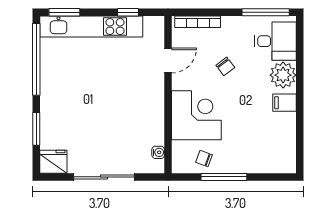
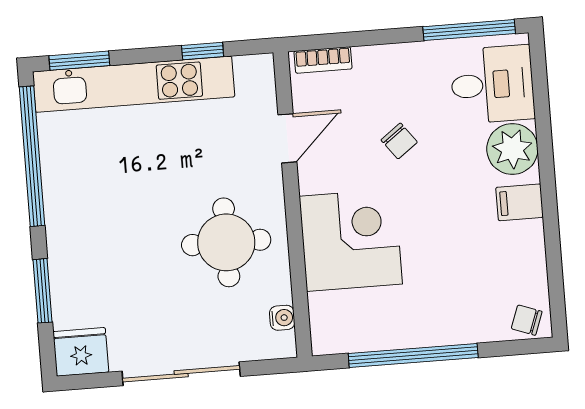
bookcase: (198, 22) -> (323, 60), width x0.64
round table: (132, 111) -> (226, 242), added
chair: (204, 159) -> (527, 320), moved
window: (224, 177) -> (413, 355), width x1.46

